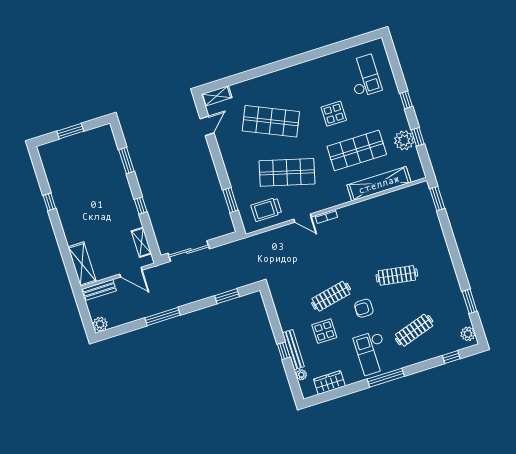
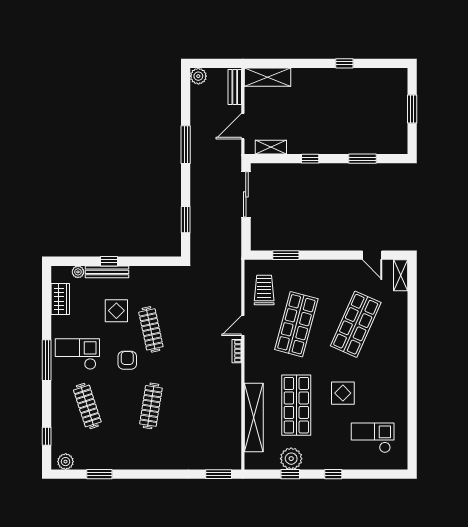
checkout: (364, 76) -> (373, 438), turned 180

